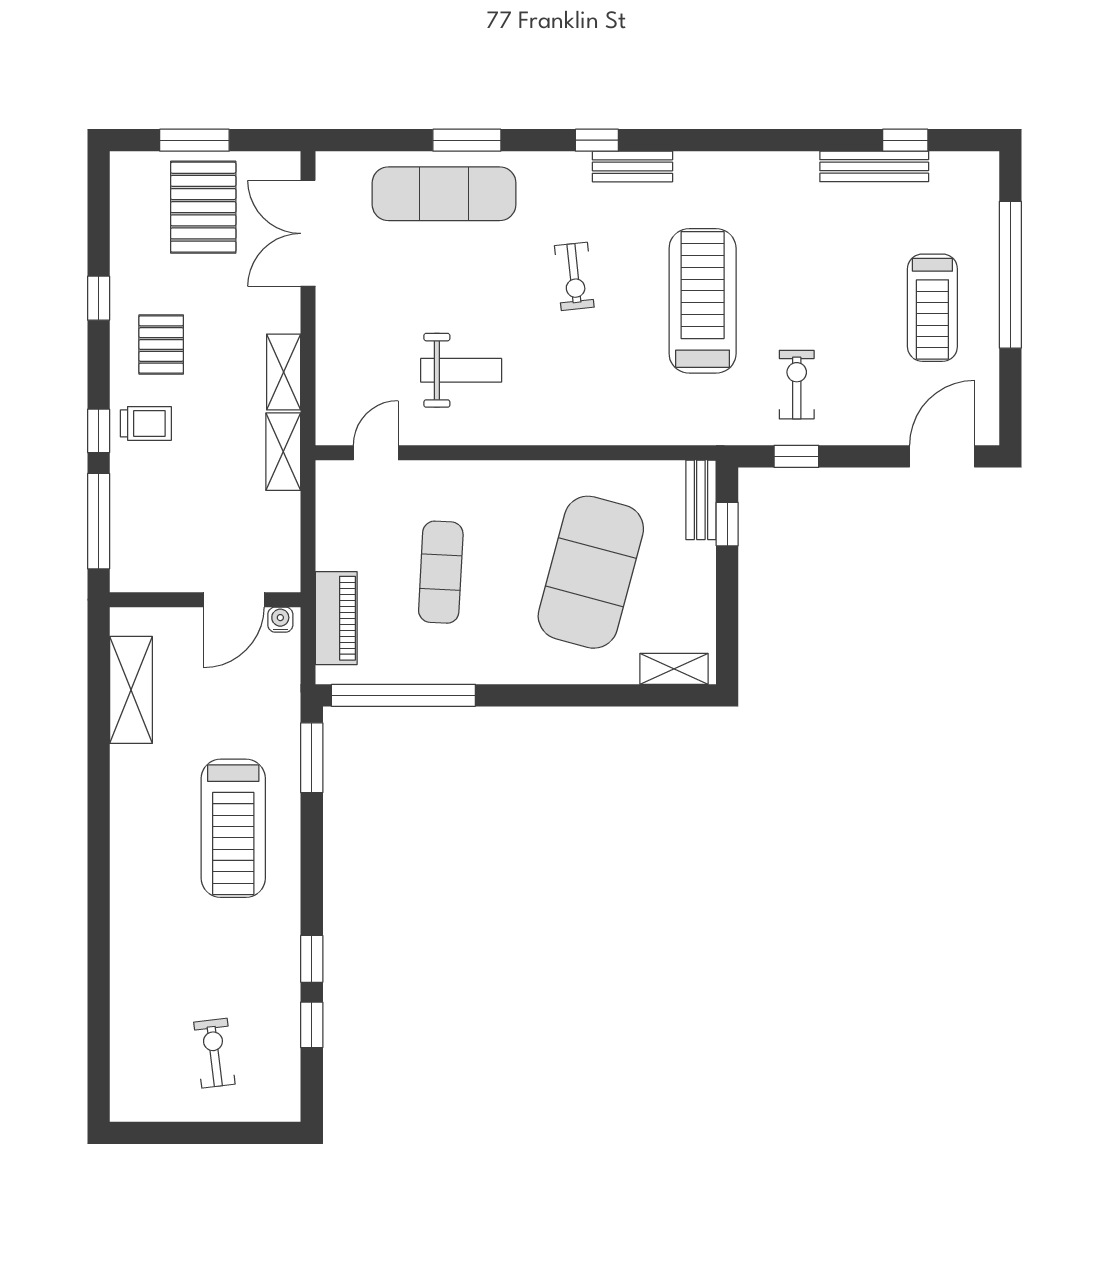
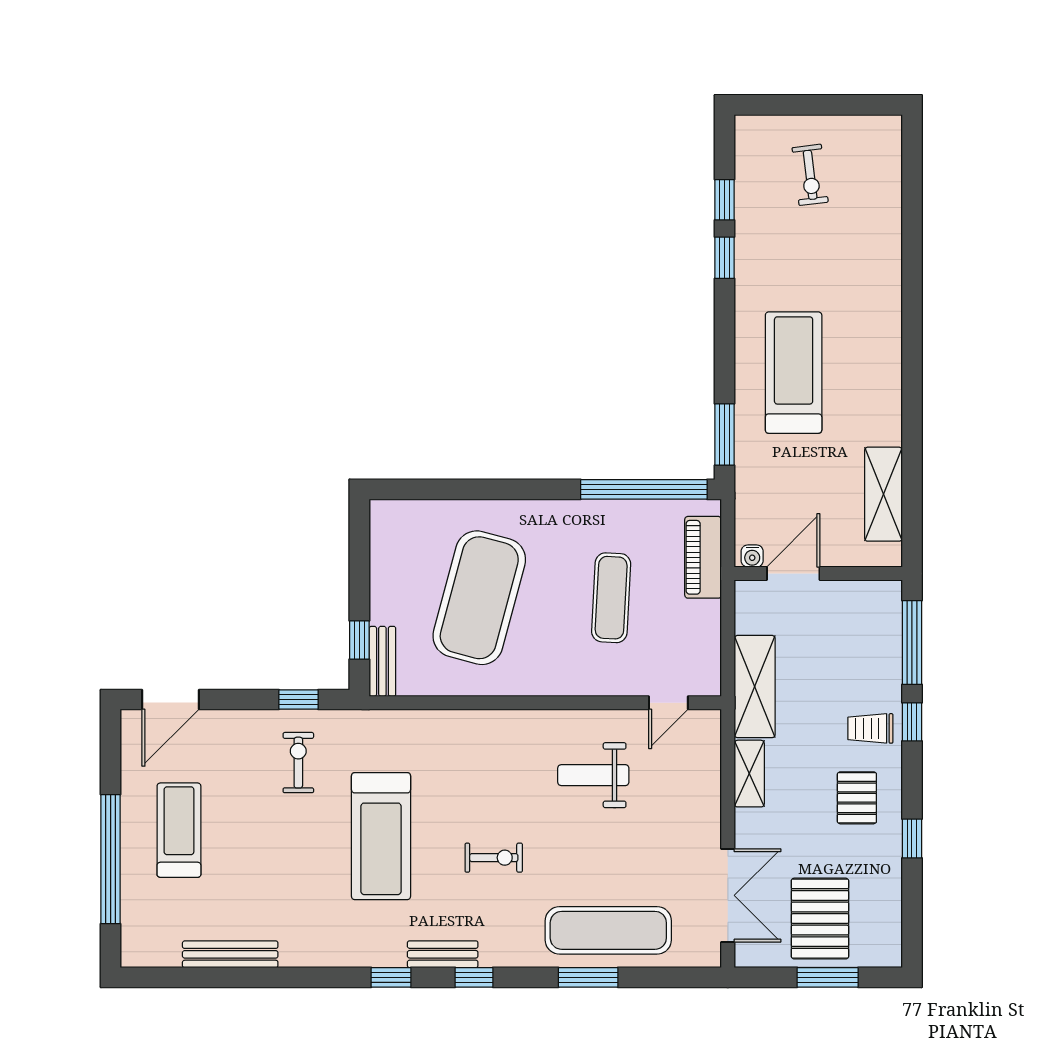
window: (905, 140) -> (391, 977), moved
exercise bike: (574, 276) -> (494, 858), turned 96
exercise bike: (797, 385) -> (298, 763), turned 180
shelving: (283, 452) -> (755, 687), width x1.50, depth x1.33
shelving: (674, 669) -> (406, 513), removed

